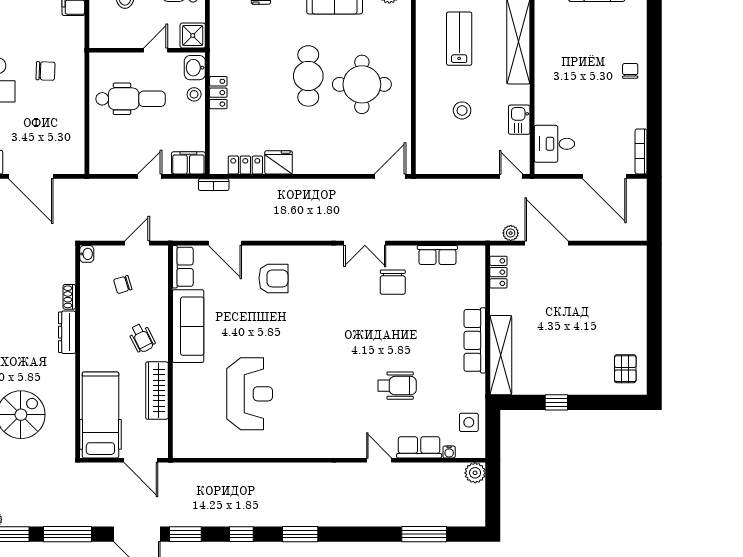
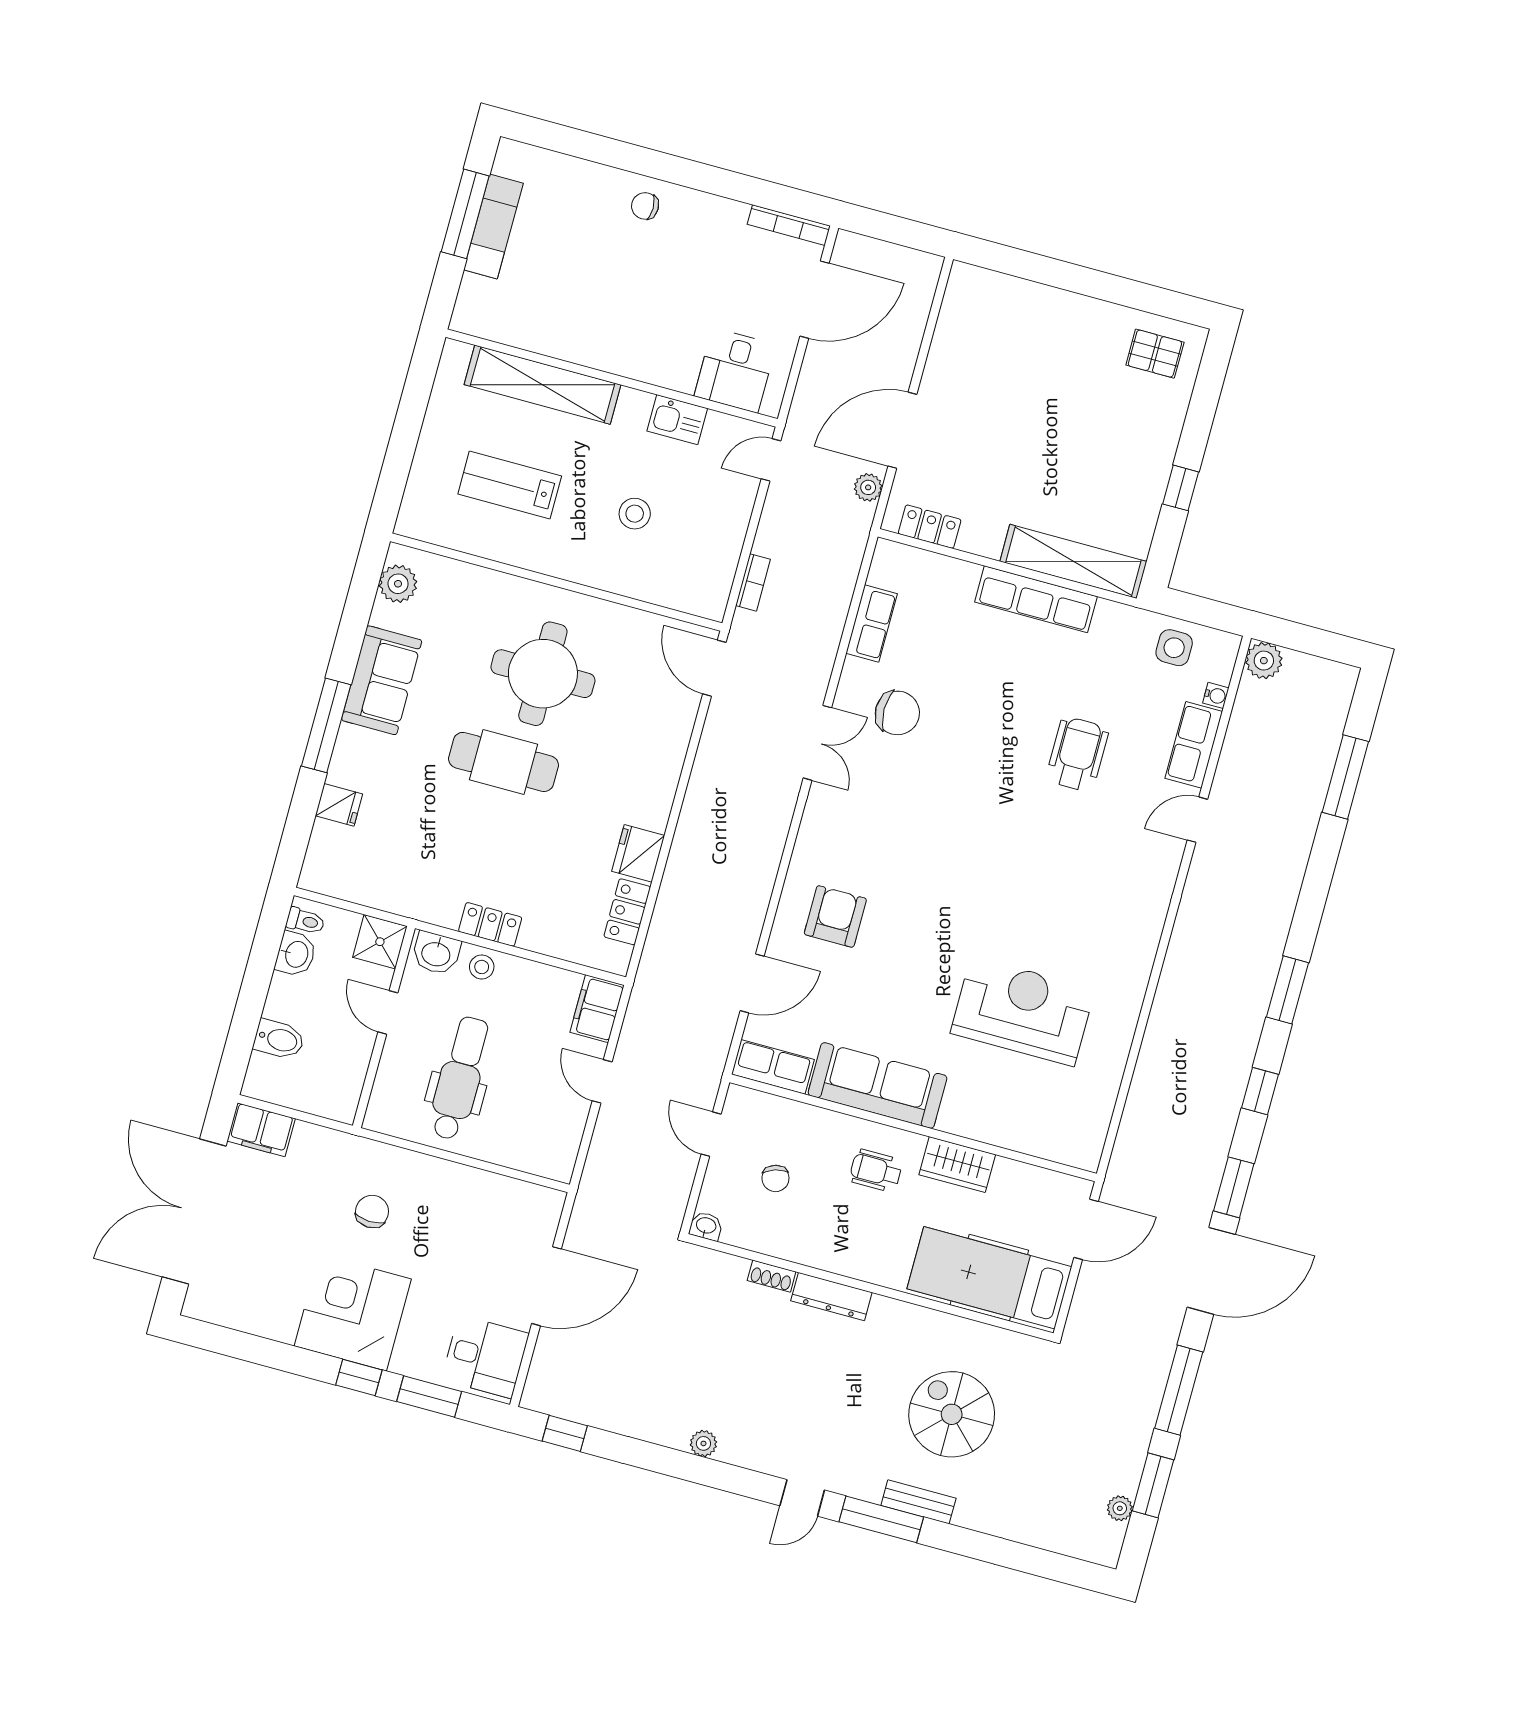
bookcase: (214, 185) -> (753, 582), moved
wheelchair: (142, 338) -> (876, 1171), turned -153
wardrobe: (157, 391) -> (957, 1165), width x0.67

